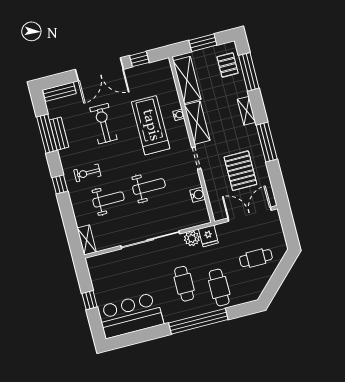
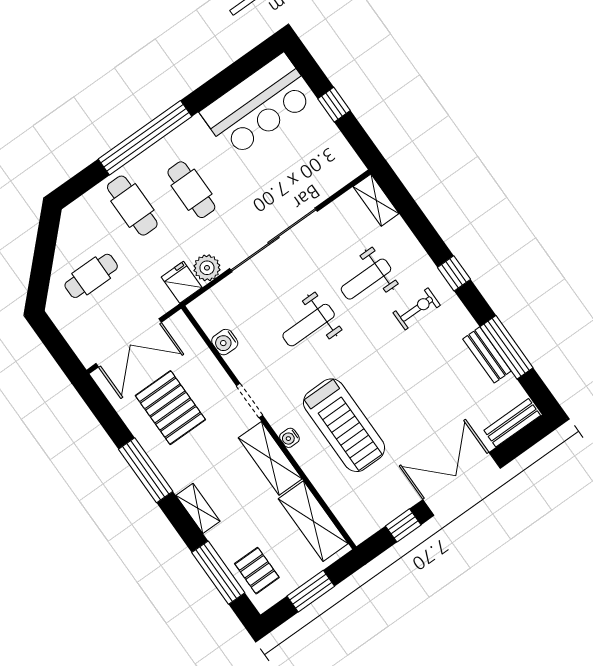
water cooler: (179, 115) -> (289, 438), moved
exercise bike: (103, 124) -> (421, 399), removed

